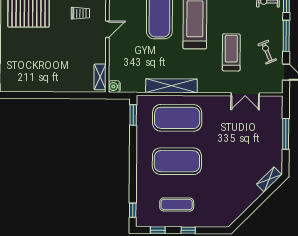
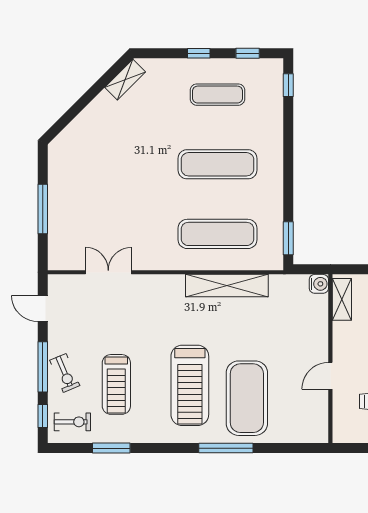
treadmill: (231, 52) -> (116, 384), moved
exercise bike: (267, 52) -> (65, 373), moved
exercise mat: (177, 118) -> (217, 234), width x0.68
exercise mat: (177, 161) -> (217, 164), width x0.68
shelving: (269, 179) -> (125, 80), moved

